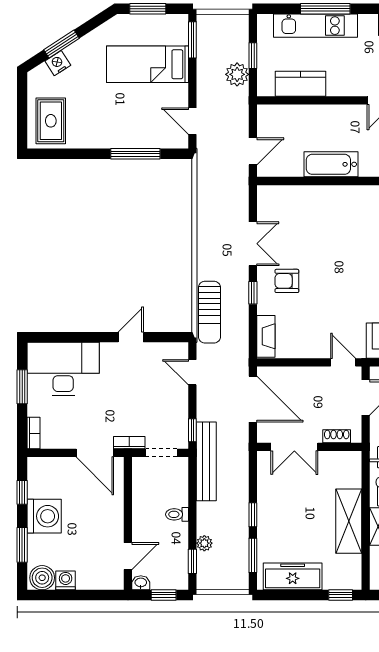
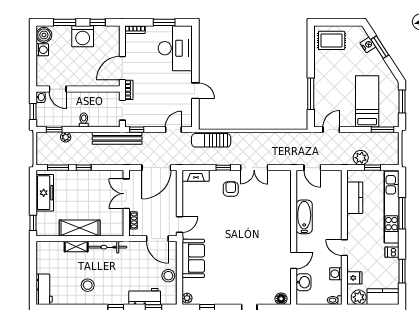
kitchen unit: (316, 26) -> (391, 207), width x1.36

